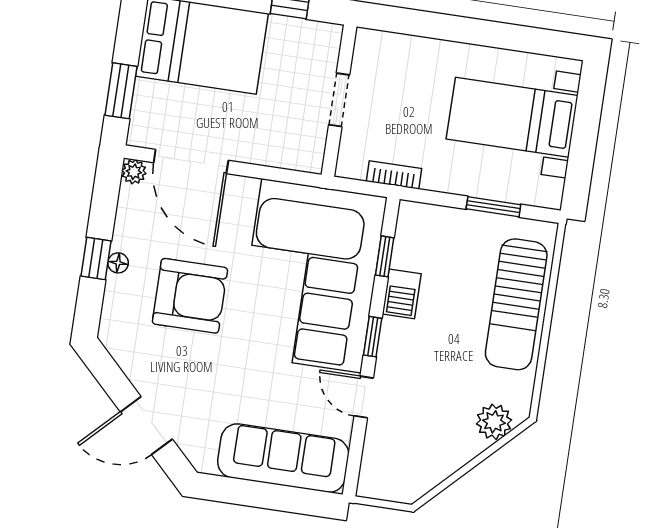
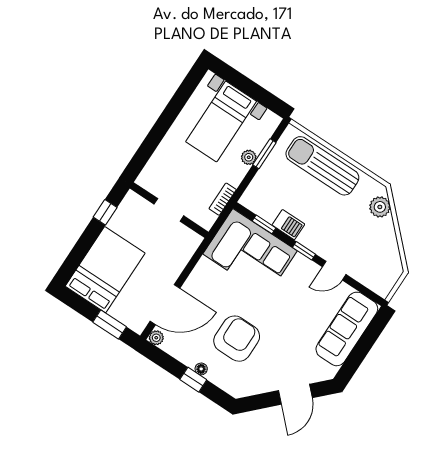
plant: (477, 185) -> (249, 157), added
corner sofa: (311, 276) -> (250, 252), width x0.73, depth x0.74
sun lounger: (516, 304) -> (322, 166), turned 180

